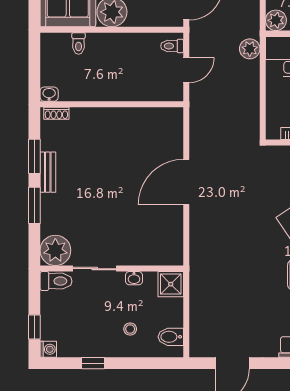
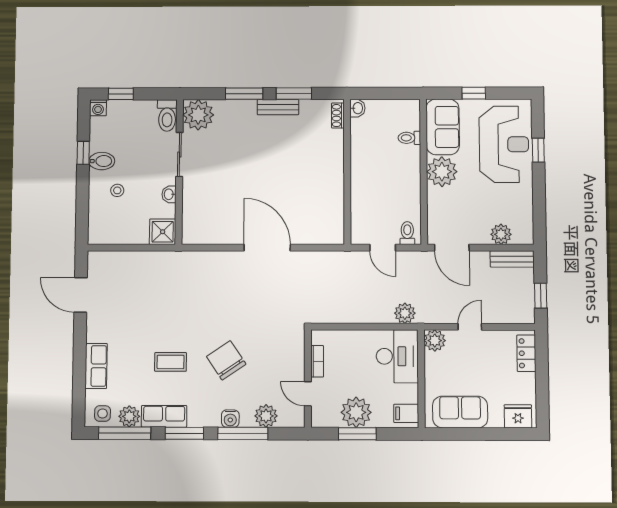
bidet: (171, 337) -> (102, 161), moved, turned 90

